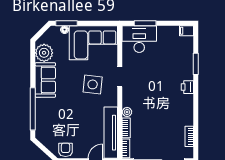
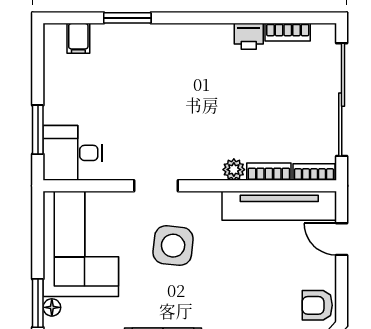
filing cabinet: (186, 31) -> (78, 38), moved
desk: (139, 39) -> (73, 153), width x0.73
printer: (187, 87) -> (249, 36), moved

